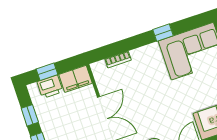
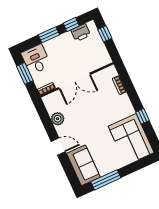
filing cabinet: (76, 79) -> (102, 55), removed
printer: (50, 87) -> (81, 33), moved, turned -90

